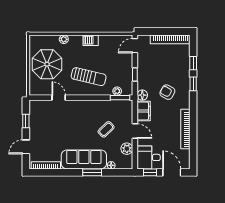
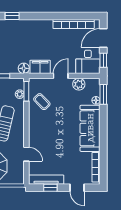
armchair: (167, 92) -> (21, 42), removed
door: (59, 98) -> (26, 154), swing flipped
tv unit: (34, 117) -> (46, 180), added
coffee table: (106, 129) -> (42, 102), moved
bookcase: (185, 129) -> (74, 24), moved
window: (92, 172) -> (103, 94), moved

